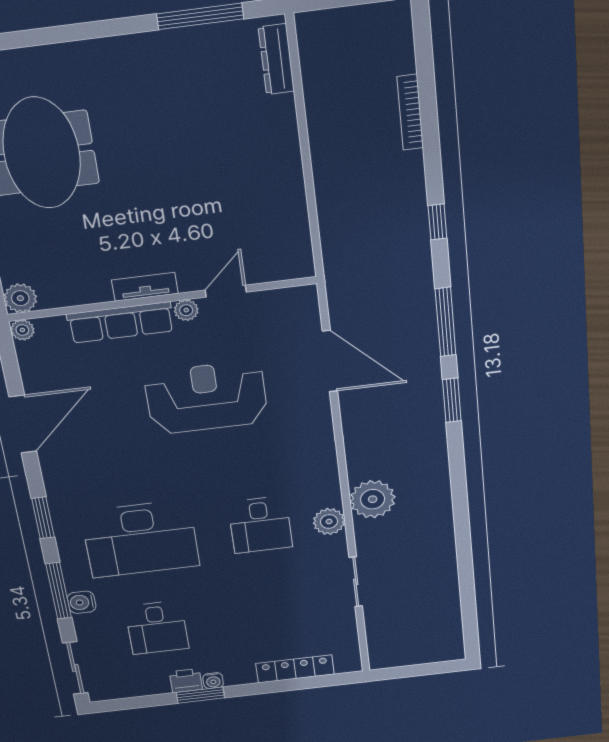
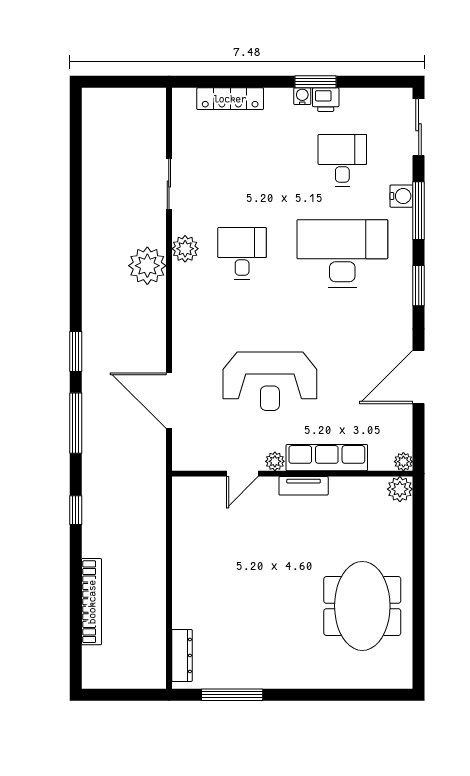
bookcase: (410, 112) -> (92, 602), width x1.48, depth x1.31

